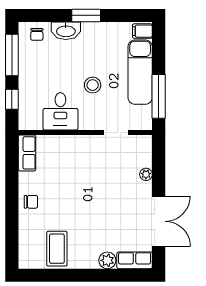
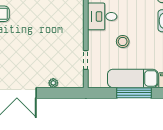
window: (159, 96) -> (134, 93), moved

